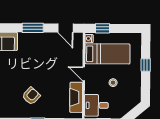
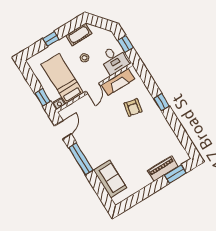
window: (33, 28) -> (81, 159), width x1.44
cot: (135, 90) -> (79, 35), added
armchair: (31, 96) -> (133, 107), moved, turned -121

